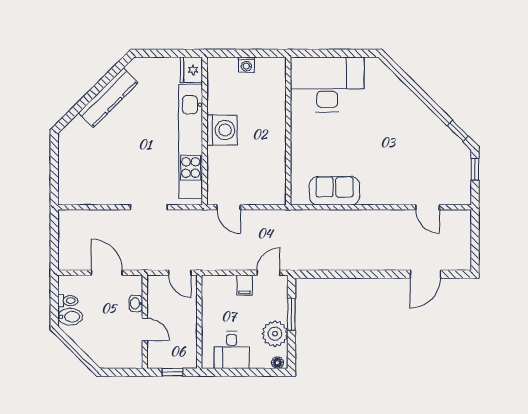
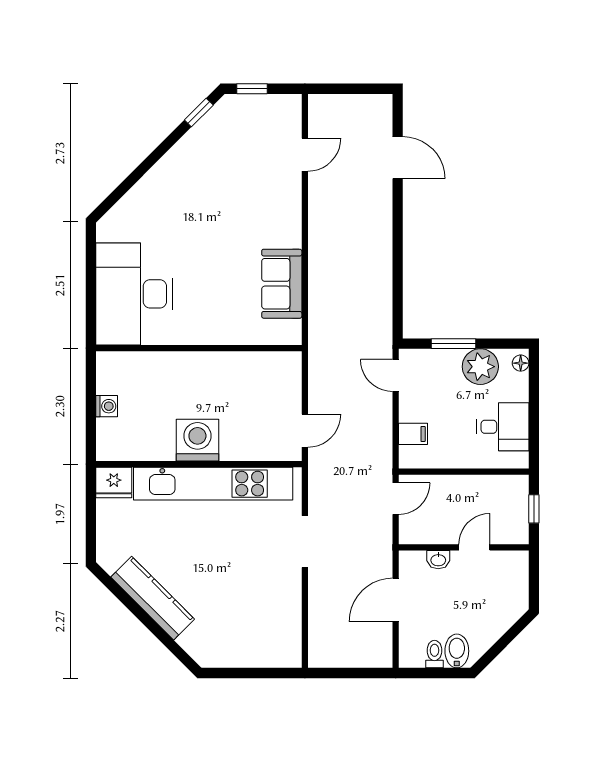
filing cabinet: (244, 285) -> (413, 434), moved

